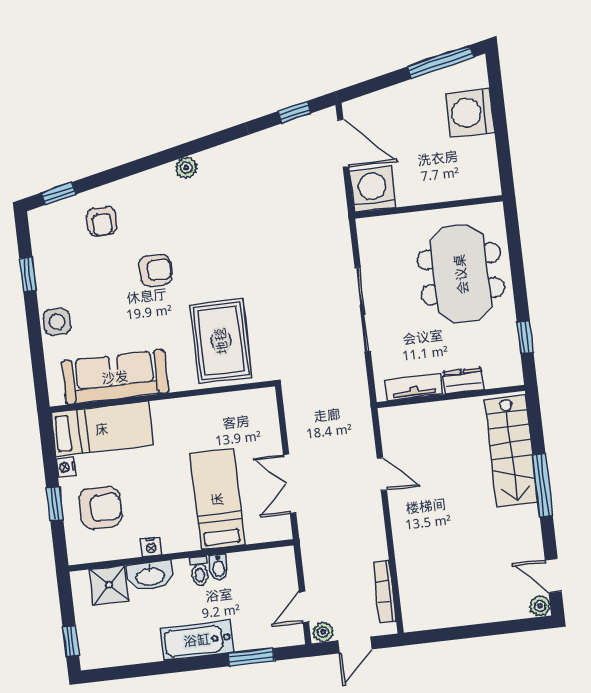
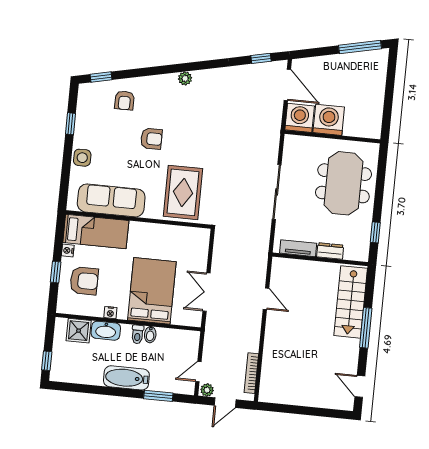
washing machine: (470, 113) -> (329, 120), moved, turned 90
bed: (217, 499) -> (152, 291), width x1.50
plant: (540, 606) -> (347, 404), removed

